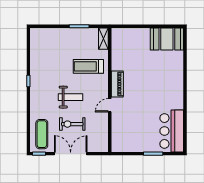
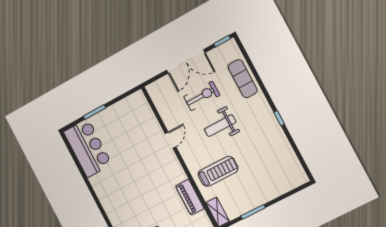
piano: (117, 84) -> (190, 197), moved
exercise mat: (42, 134) -> (243, 79), moved

